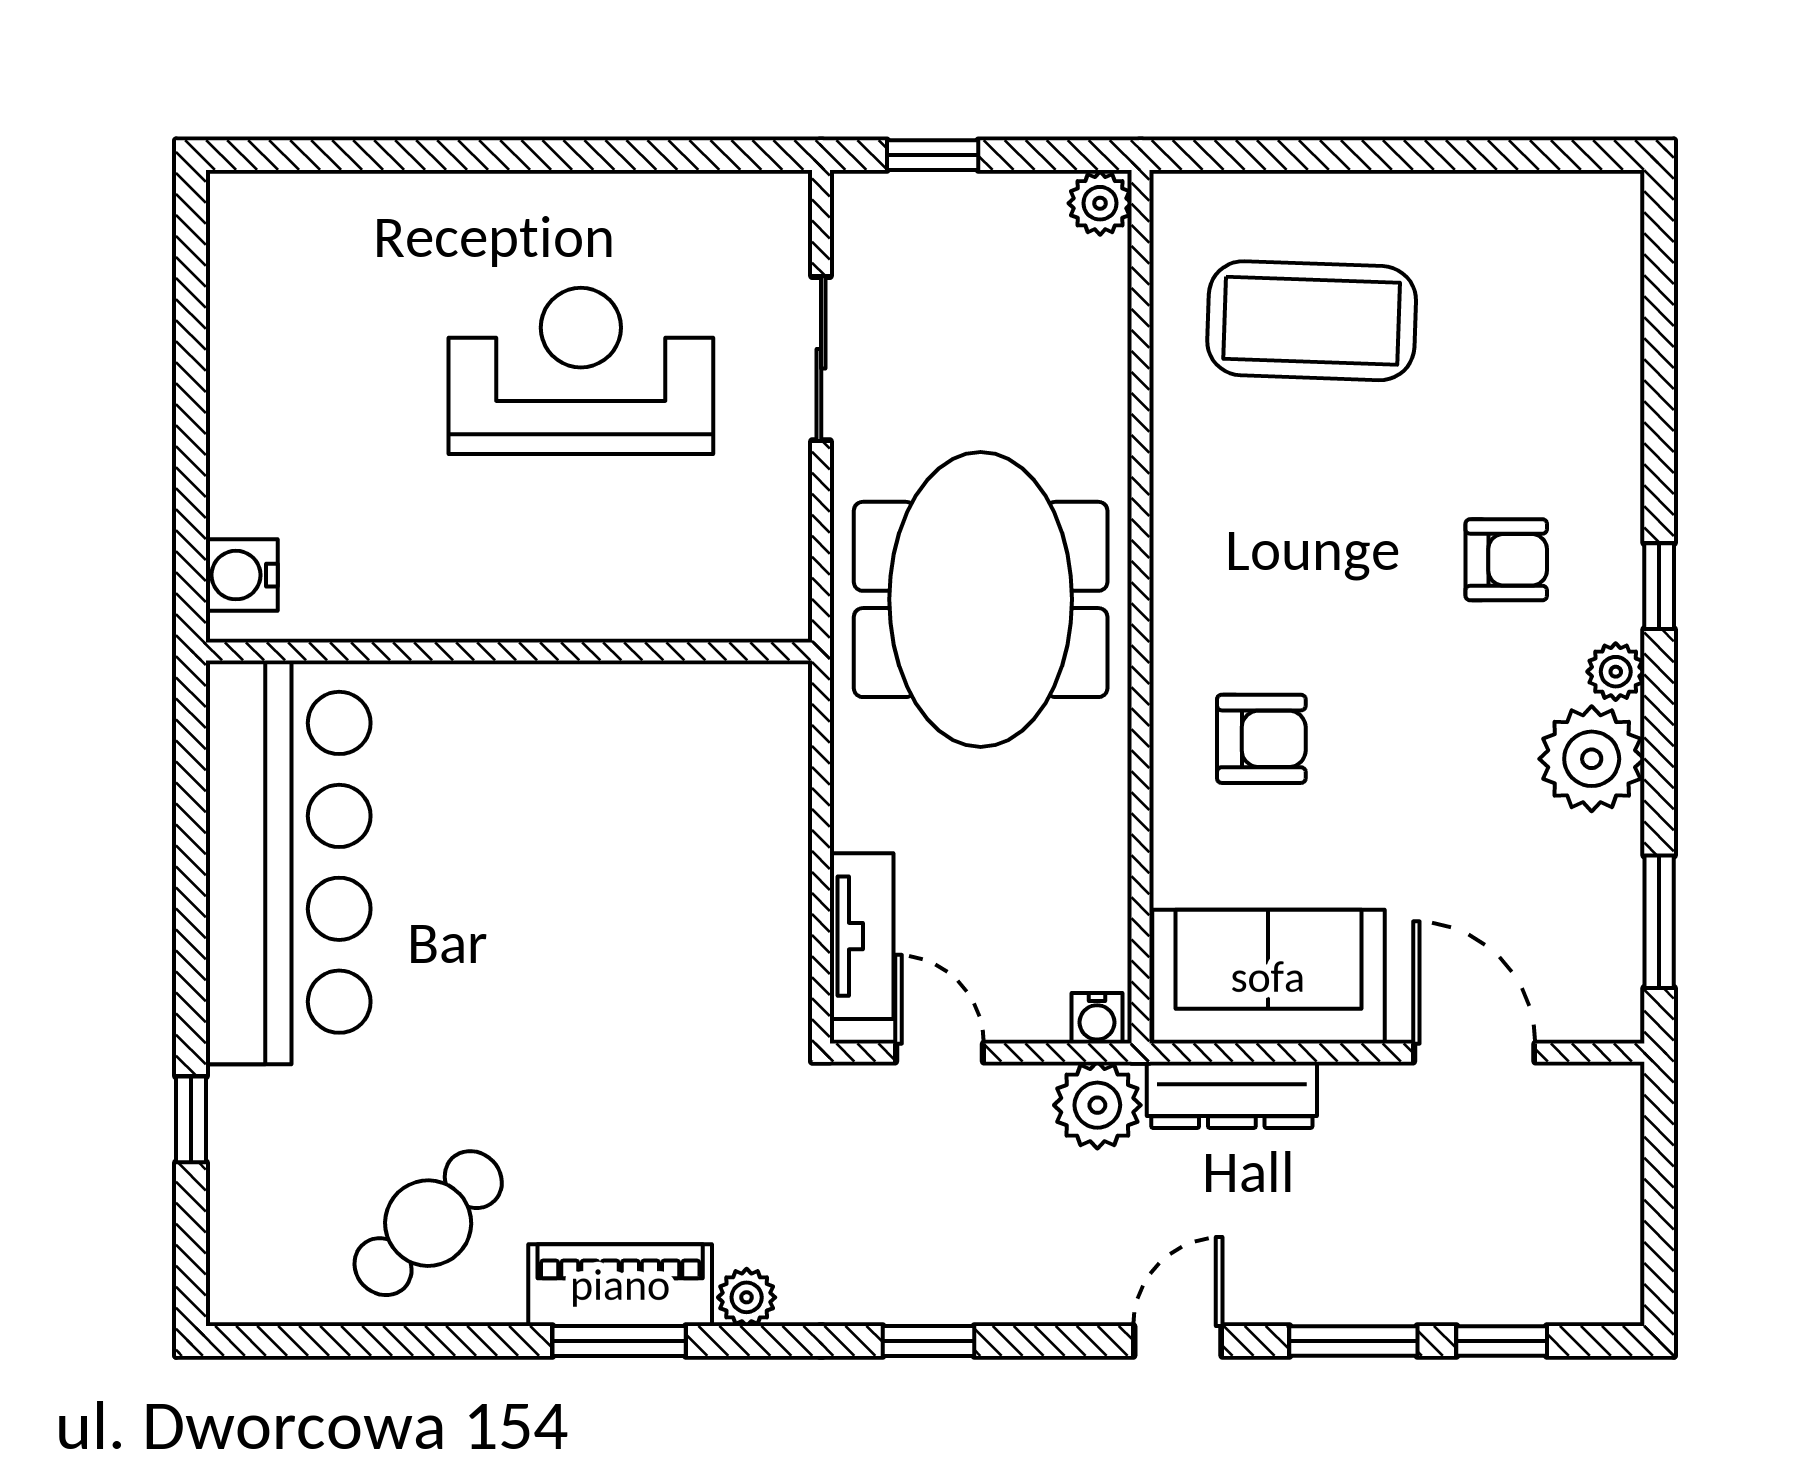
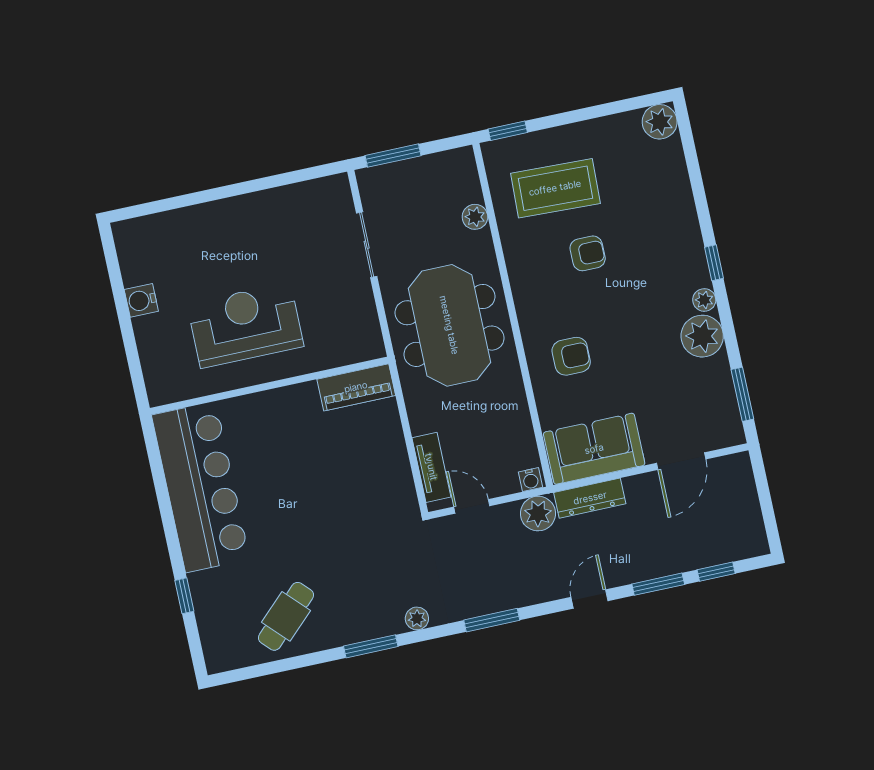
window: (933, 155) -> (393, 156), width x1.50
window: (1226, 155) -> (508, 131), added
plant: (1100, 203) -> (475, 217), moved
plant: (1601, 213) -> (660, 122), added
reception desk: (581, 371) -> (245, 325), moved
armchair: (1506, 560) -> (588, 253), moved
water cooler: (242, 575) -> (141, 300), moved
door: (1474, 1053) -> (681, 461), swing flipped
piano: (620, 1285) -> (356, 387), moved, turned 180
window: (928, 1341) -> (492, 620), width x1.50

